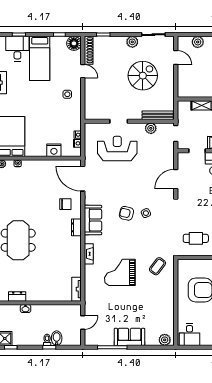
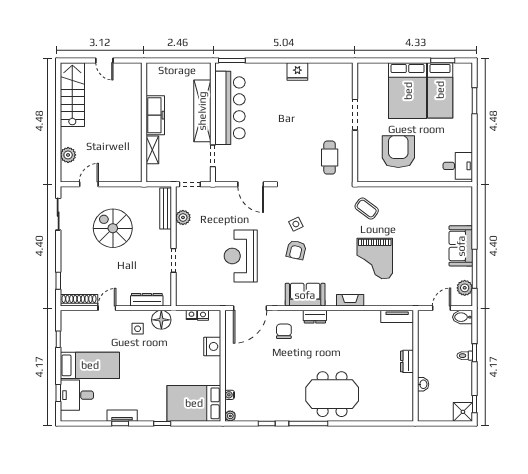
plant: (132, 42) -> (68, 242), removed
floor lamp: (74, 43) -> (161, 320), moved
dresser: (89, 101) -> (147, 300), added
reception desk: (117, 149) -> (241, 256), moved
dresser: (17, 297) -> (407, 361), moved
door: (83, 323) -> (442, 308), hinge flipped
bidet: (57, 338) -> (462, 317), moved
plant: (165, 340) -> (465, 288), moved

